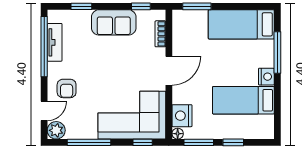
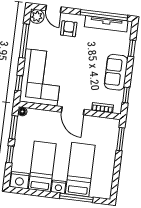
bed: (241, 24) -> (80, 169), moved
tv unit: (55, 42) -> (106, 24), width x1.41
armchair: (67, 88) -> (69, 29), turned 90
nightstand: (182, 116) -> (20, 180), moved, turned 180

